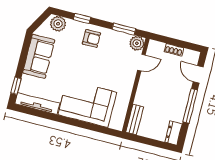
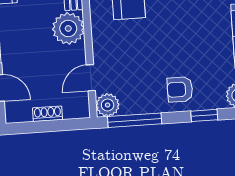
window: (124, 29) -> (135, 120), width x1.44
plant: (145, 96) -> (68, 28), added

